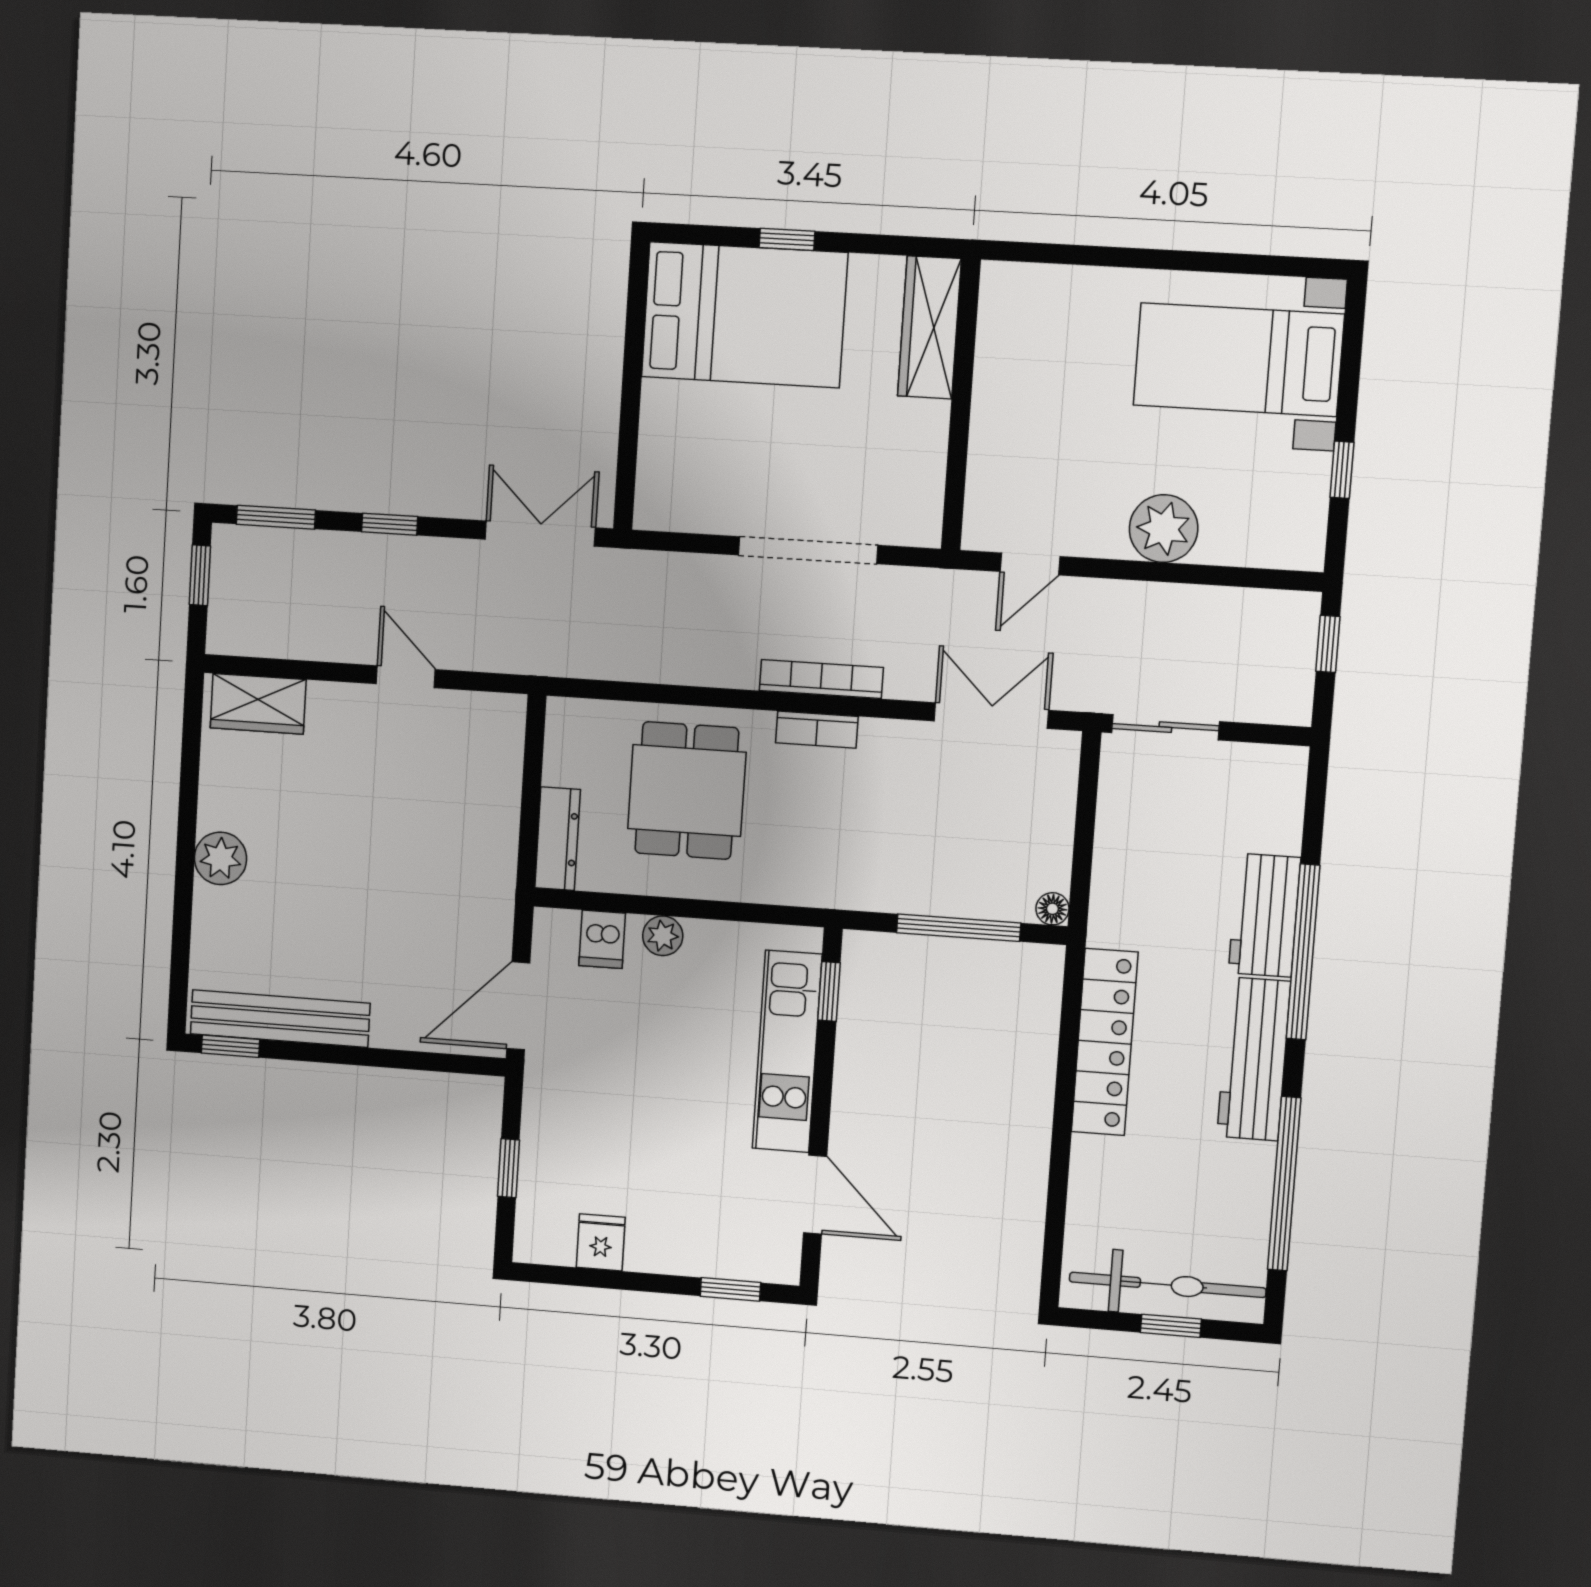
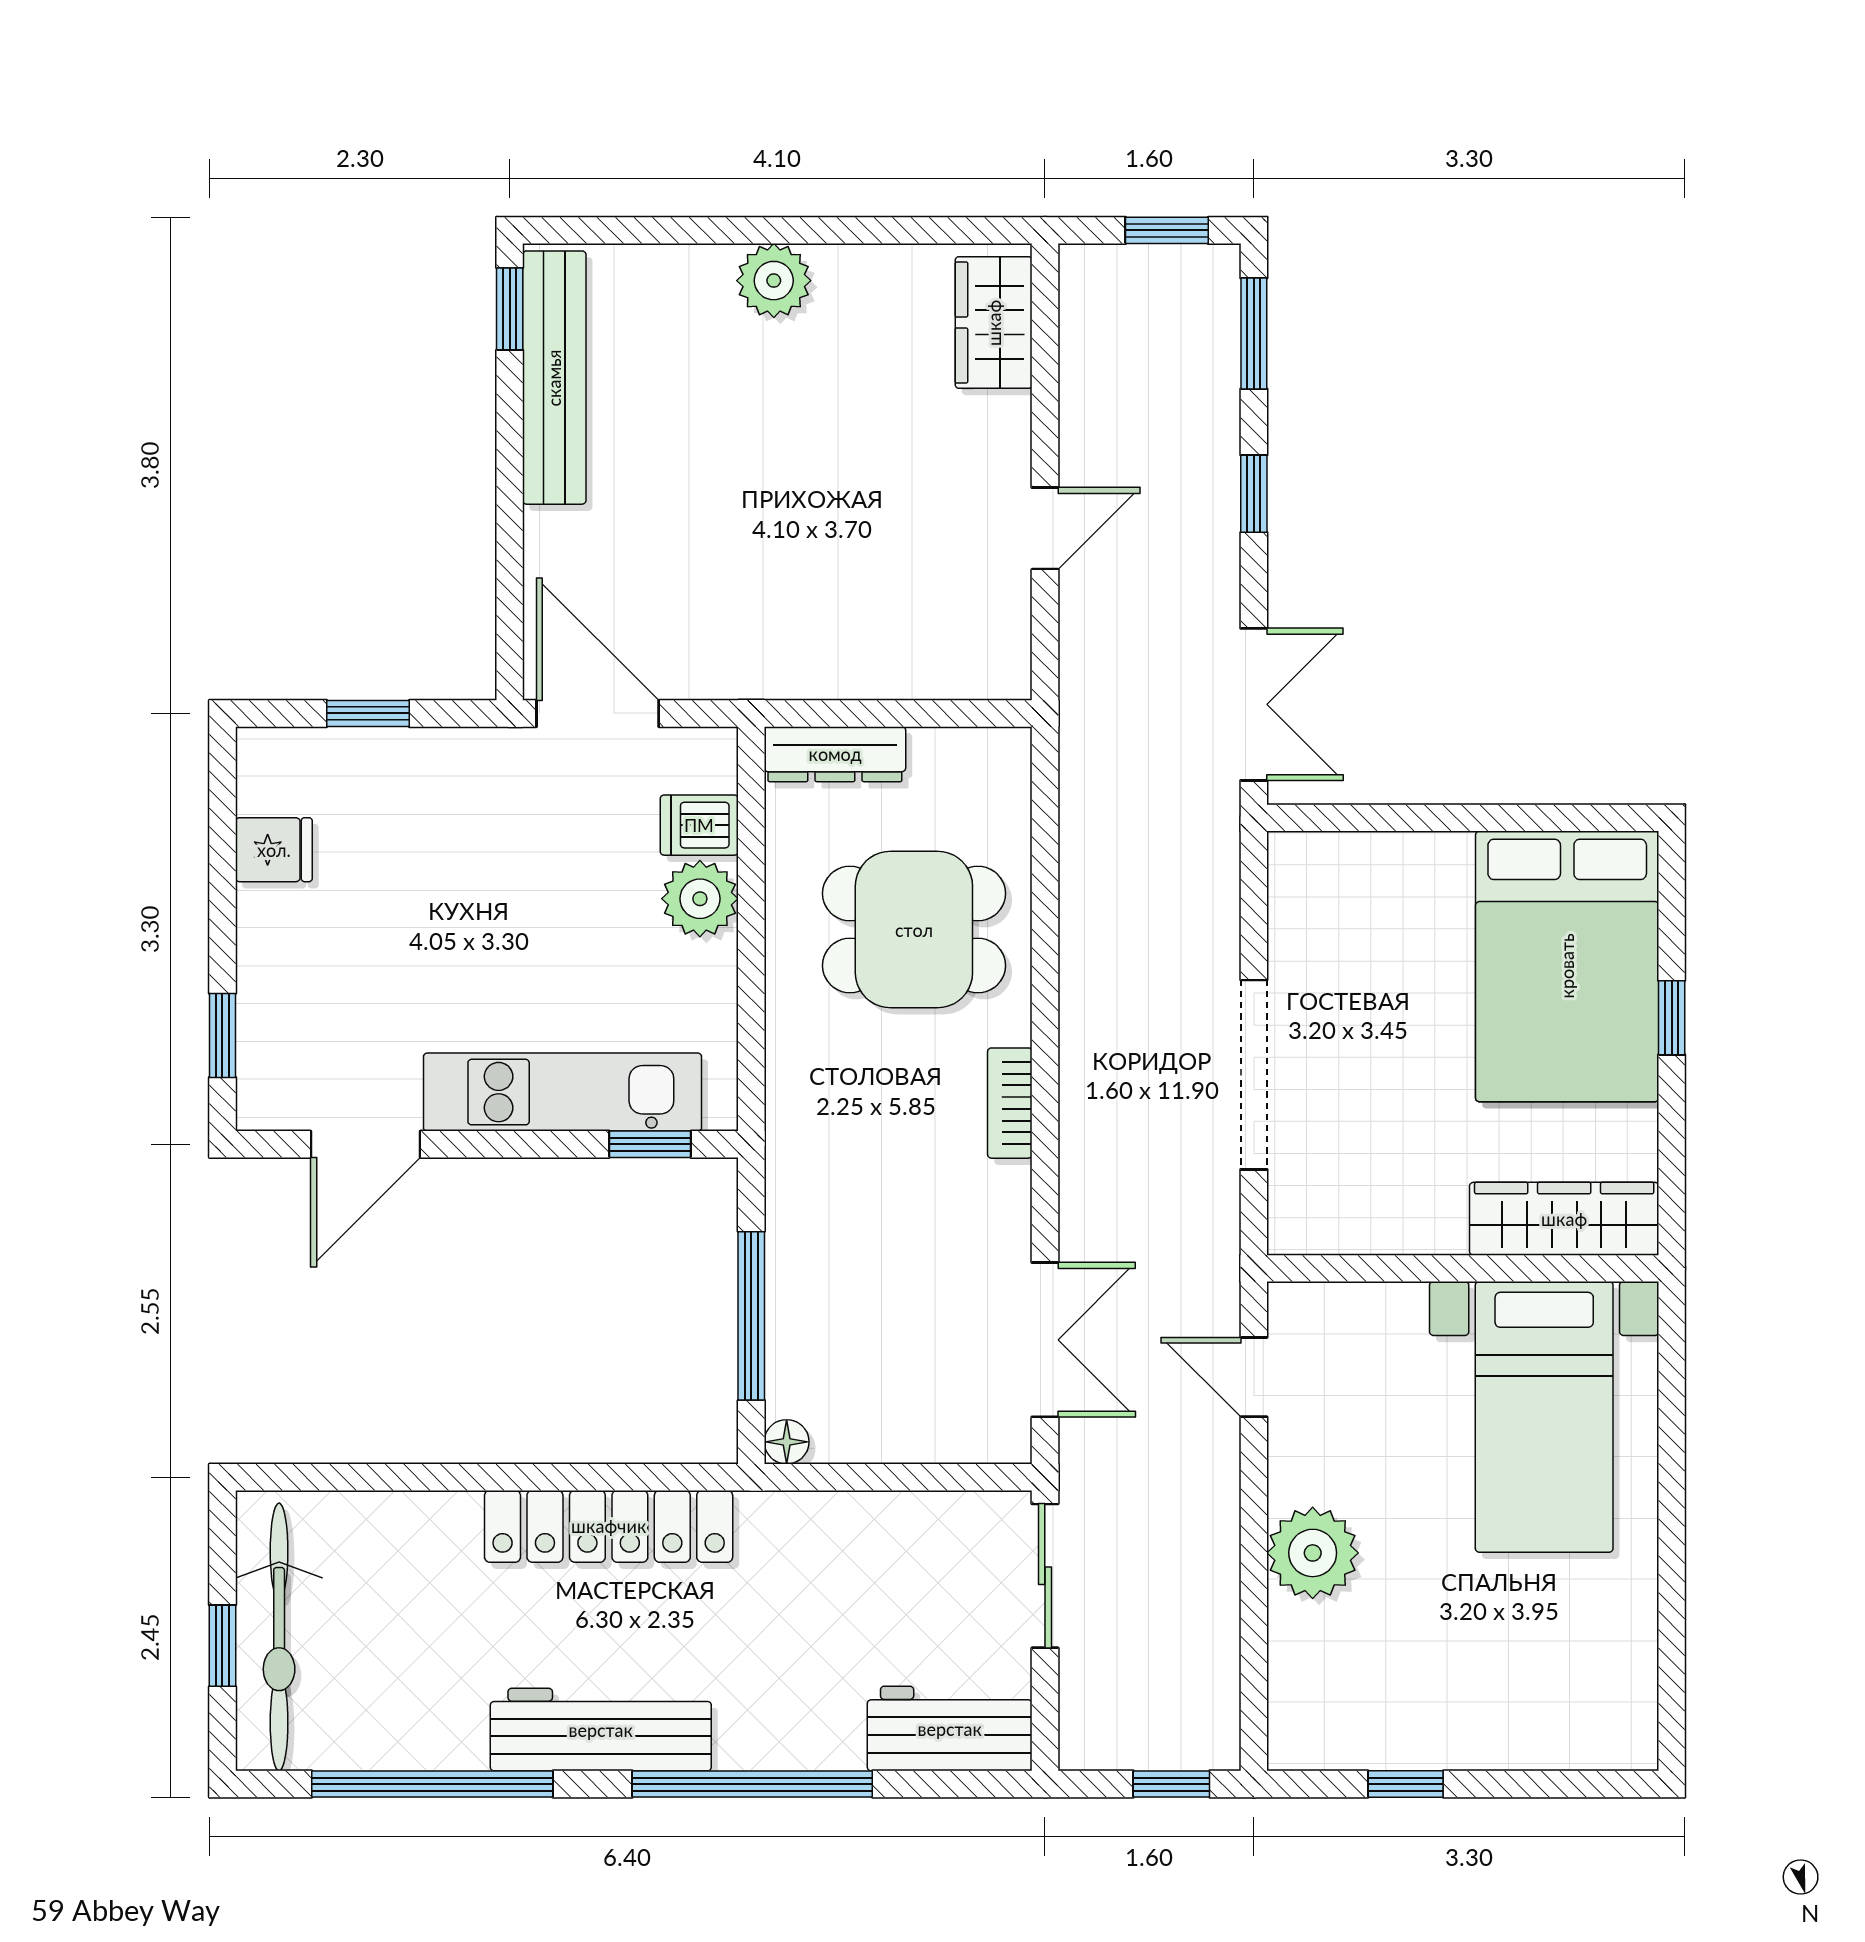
bed with nightstands: (1239, 360) -> (1544, 1417), moved, turned 180
bookcase: (821, 679) -> (1079, 1105), removed
workbench: (1264, 915) -> (950, 1729), moved
plant: (663, 936) -> (700, 899), width x1.38, depth x1.38

